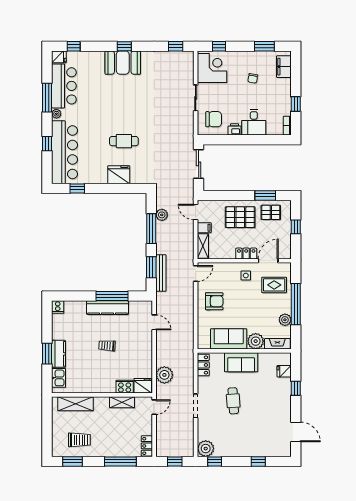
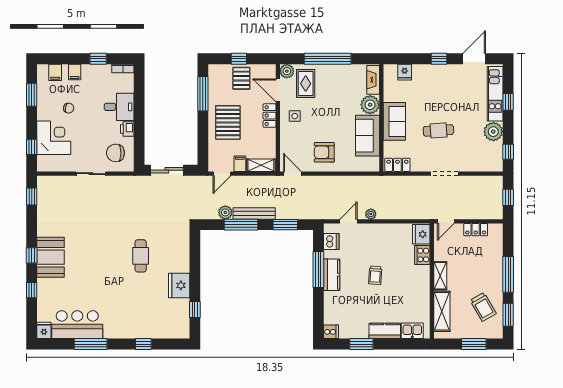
window: (74, 46) -> (32, 290), moved
filing cabinet: (284, 67) -> (55, 72), width x0.50
corner desk: (212, 68) -> (54, 138), moved, turned 90
filing cabinet: (284, 84) -> (75, 72), added
plant: (56, 114) -> (109, 333), removed
chair: (214, 119) -> (115, 153), turned -90
bar counter: (65, 152) -> (153, 324), removed
fridge: (119, 175) -> (179, 285), moved
window: (265, 195) -> (203, 94), width x1.44
pallet: (271, 212) -> (241, 78), moved
bench: (161, 273) -> (254, 213), moved
armchair: (214, 301) -> (324, 152), turned -90
dishwasher: (136, 307) -> (331, 242), added
kitchen counter: (108, 308) -> (332, 275), width x0.67
plant: (285, 320) -> (287, 71), moved
window: (47, 354) -> (361, 344), moved
plant: (164, 375) -> (371, 214), moved, width x0.53, depth x0.53
window: (296, 388) -> (439, 59), moved
shelving: (122, 402) -> (440, 276), moved
door: (154, 407) -> (446, 221), swing flipped
window: (47, 431) -> (474, 344), added
trolley: (79, 440) -> (483, 307), turned 150
locker: (147, 446) -> (476, 230), moved
plant: (206, 449) -> (493, 132), moved
kitchen unit: (265, 450) -> (495, 94), added
window: (120, 461) -> (508, 274), moved

